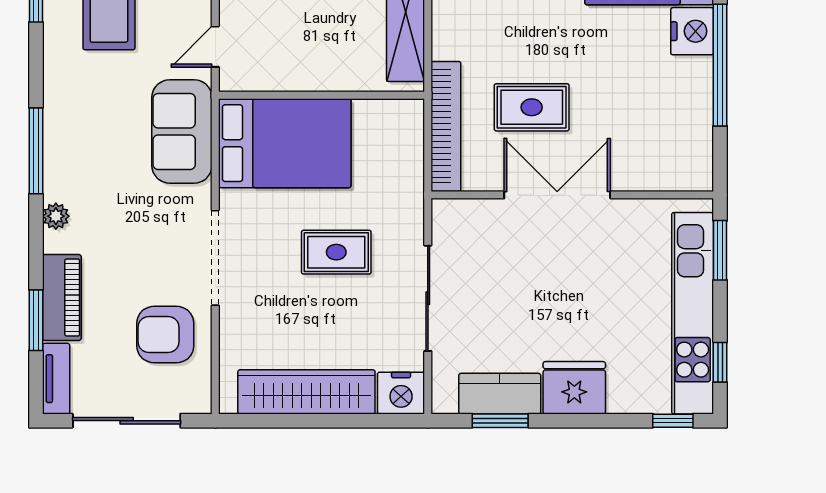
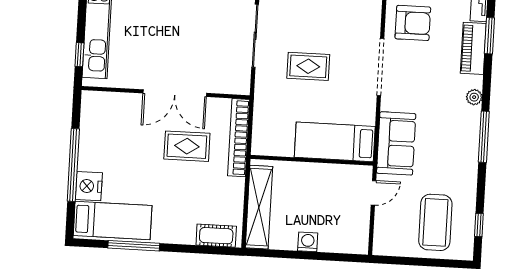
bed: (285, 143) -> (335, 142), width x0.67
window: (720, 250) -> (79, 55), width x0.67

